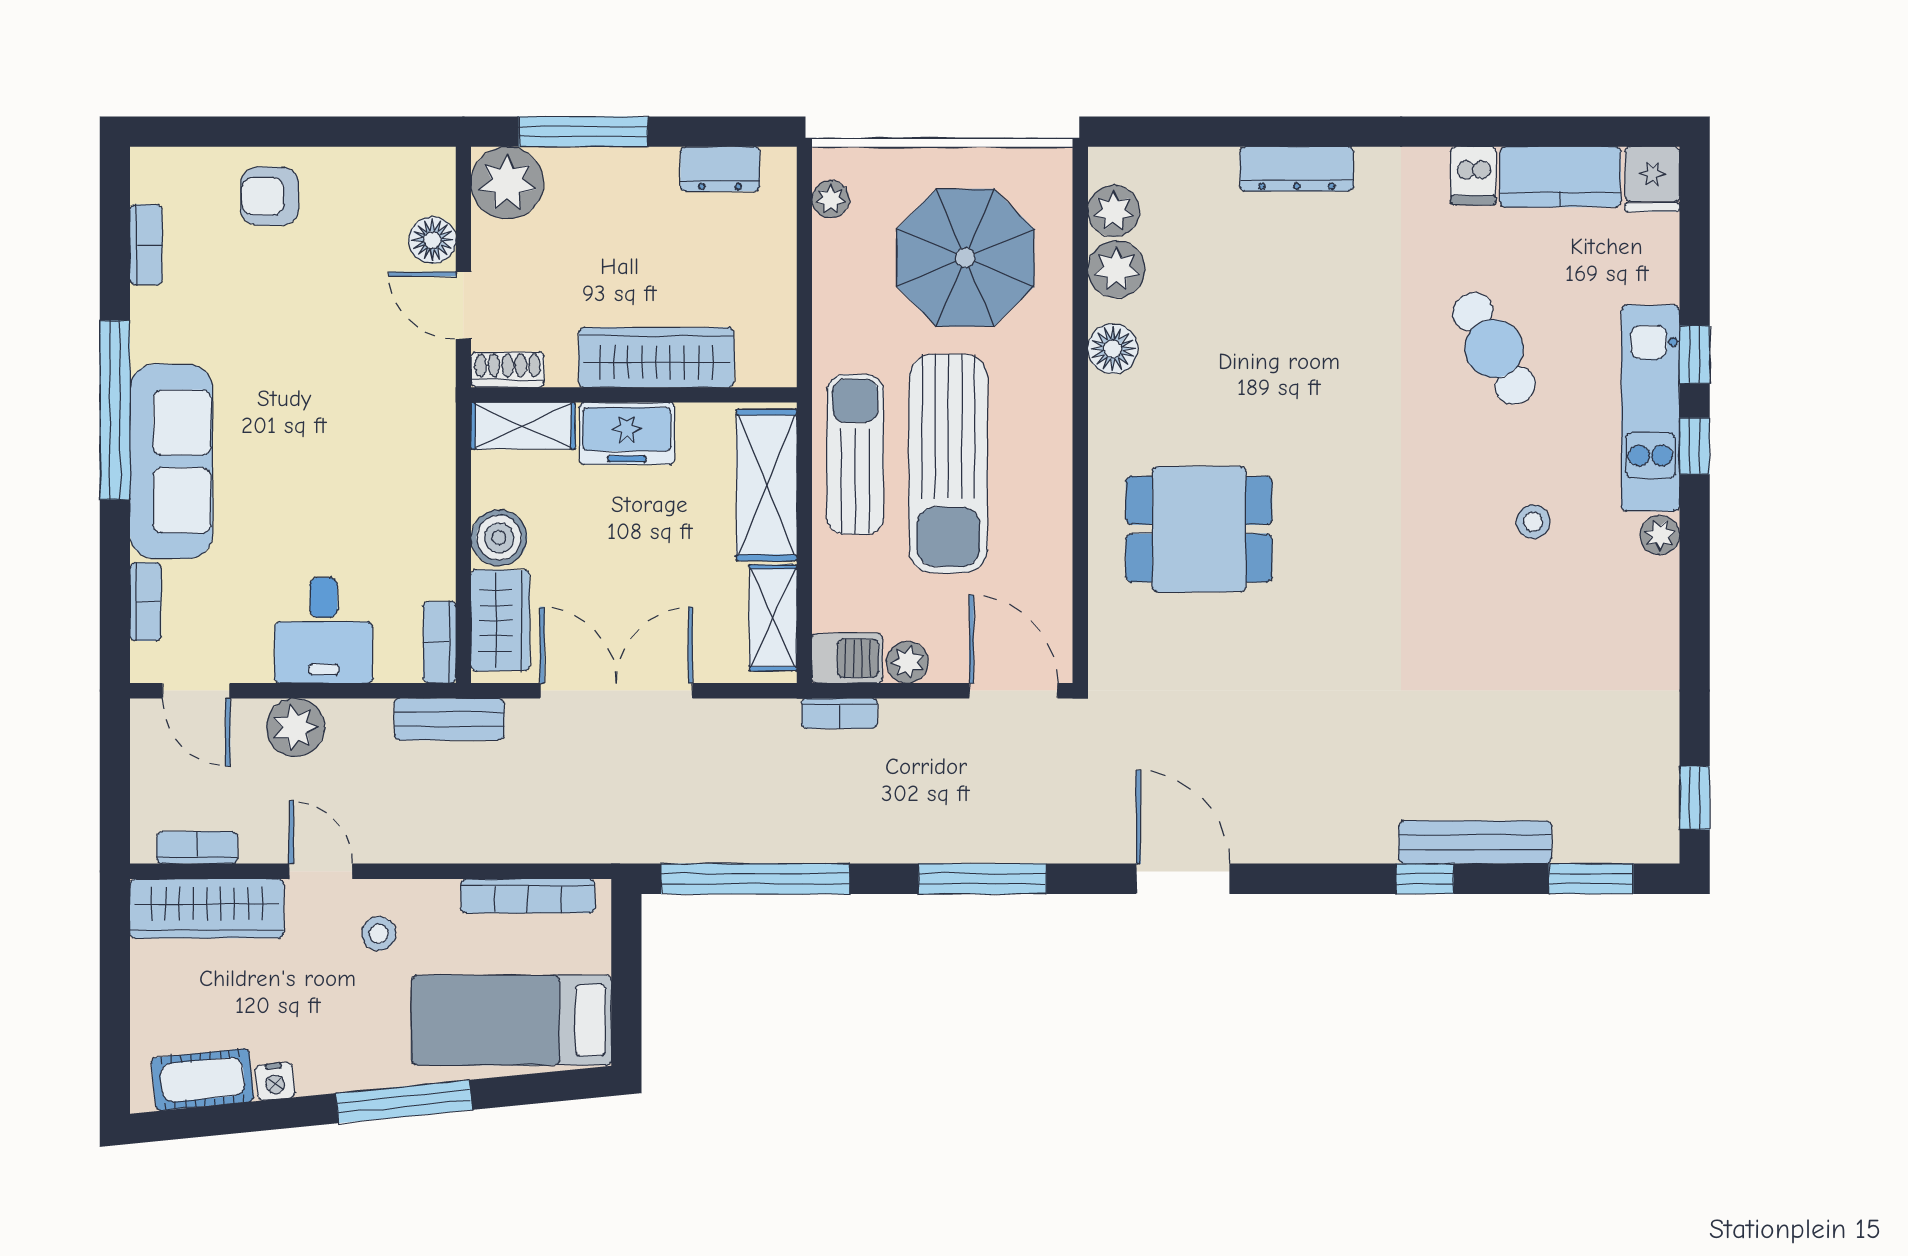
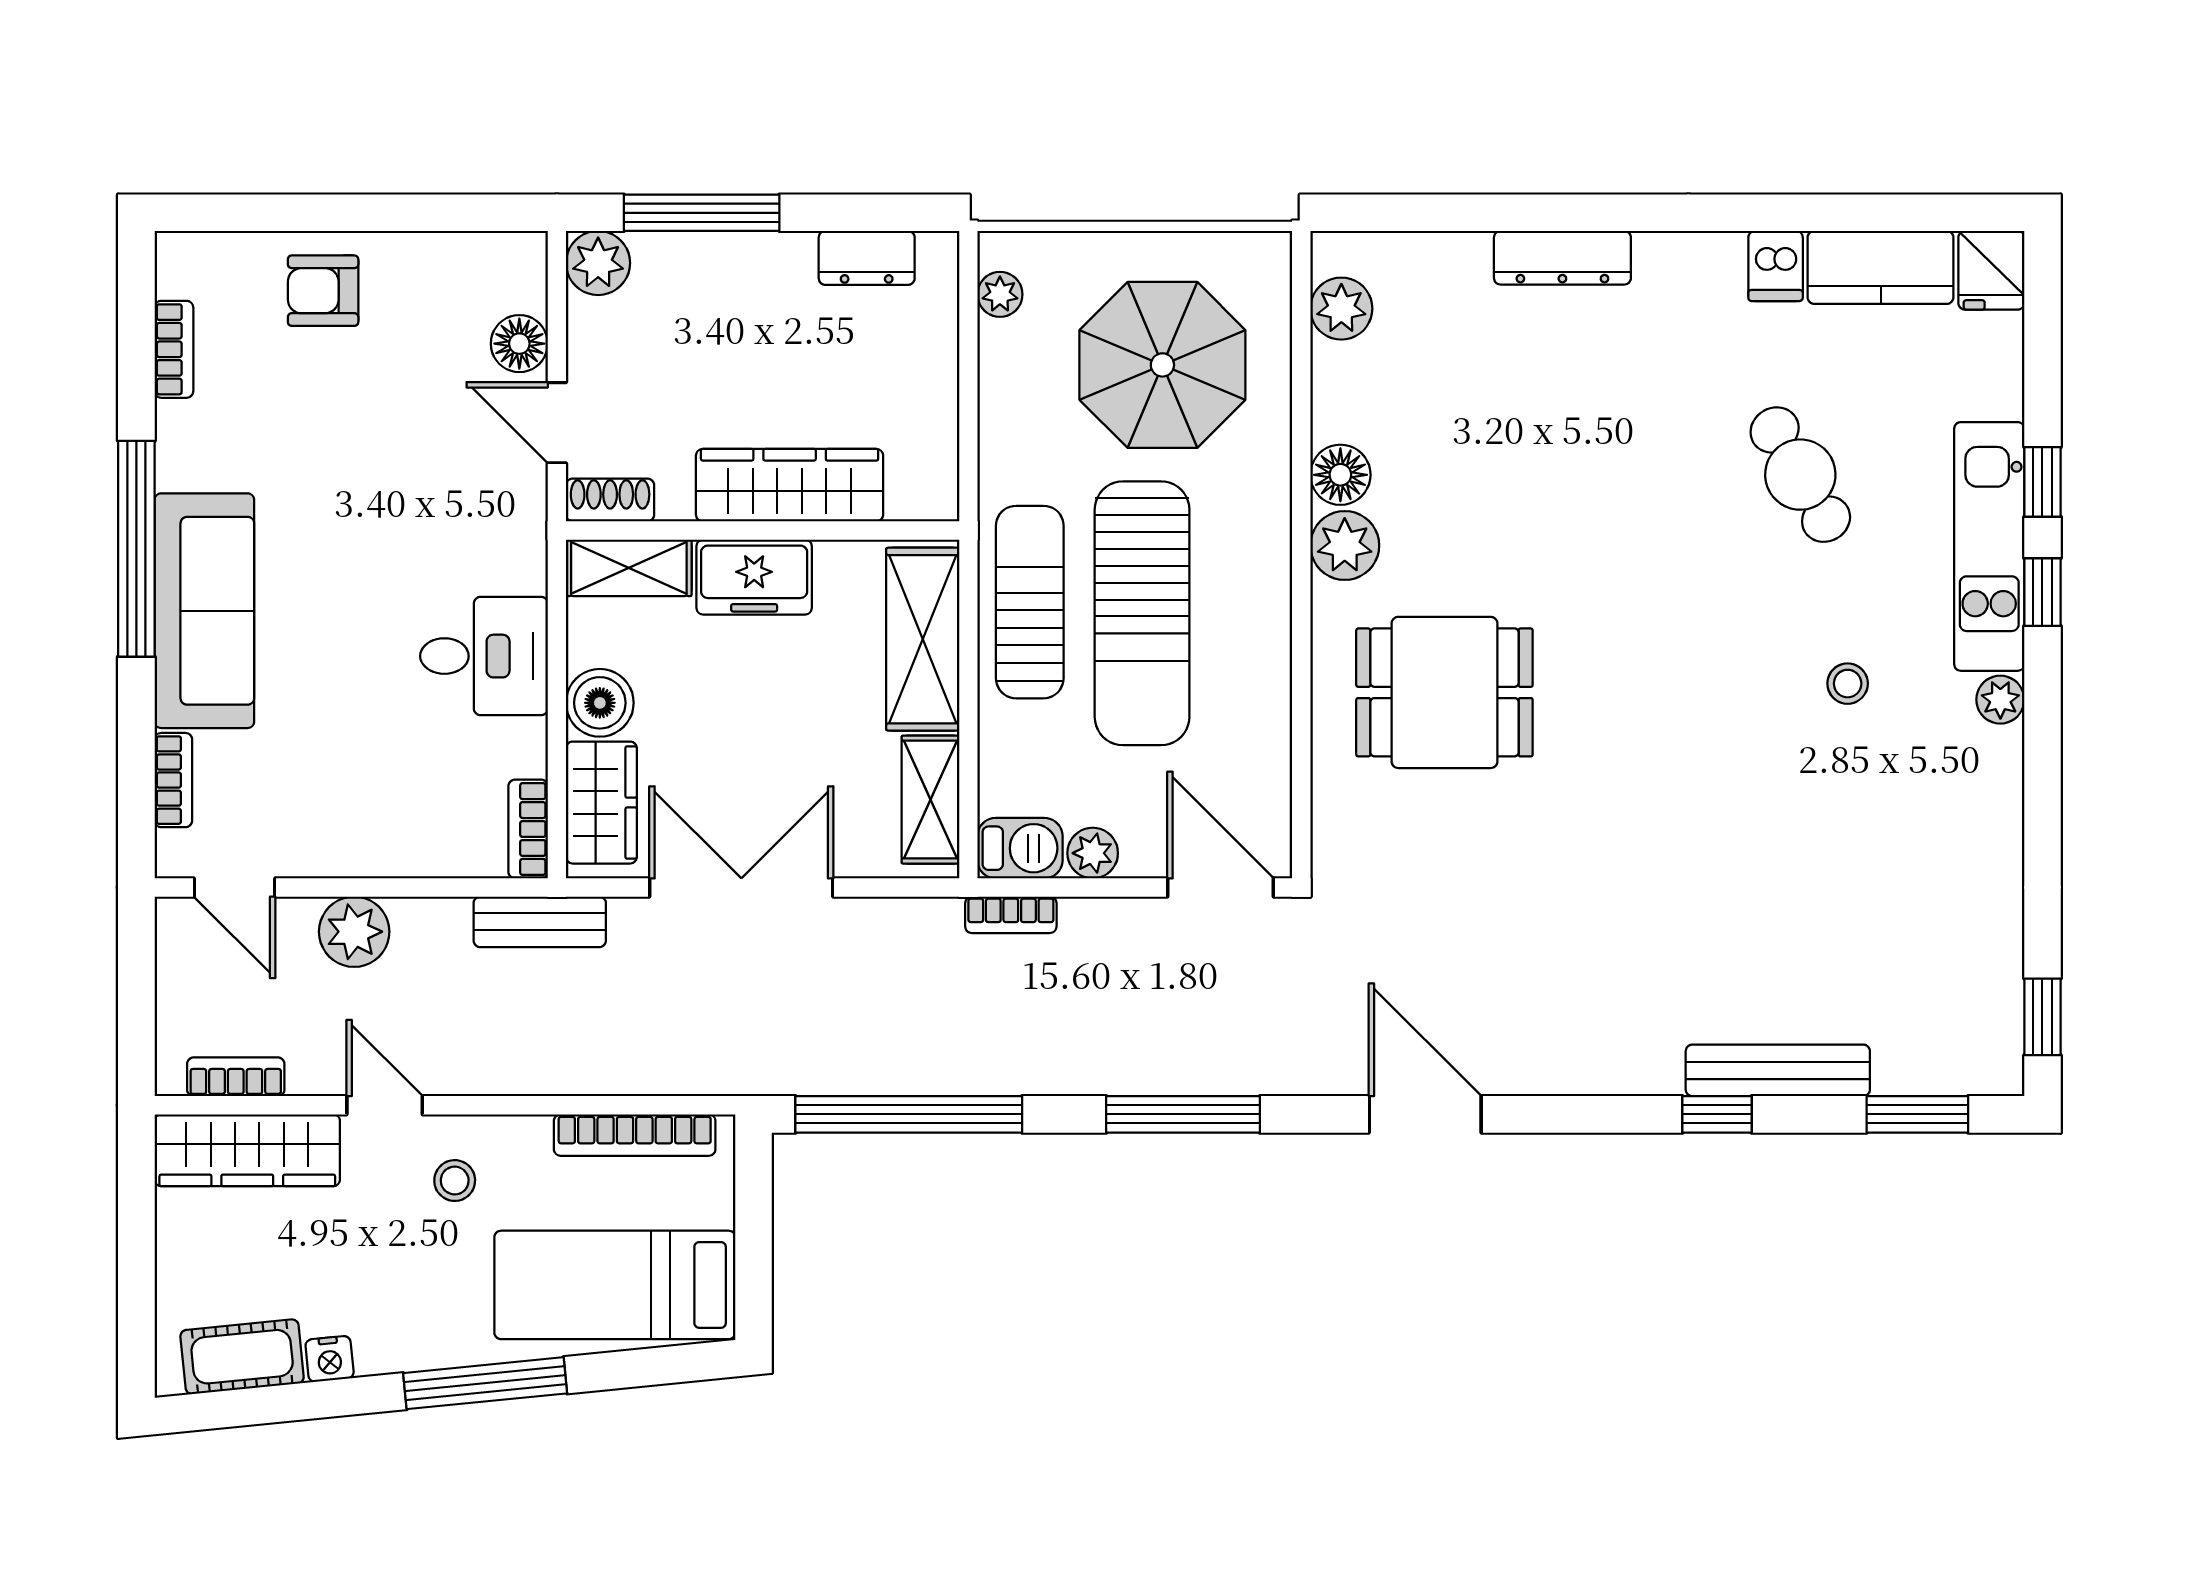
plant: (507, 183) -> (598, 263), width x0.73, depth x0.73
plant: (1116, 269) -> (1345, 545), moved
desk: (324, 630) -> (484, 656), moved, turned -90

